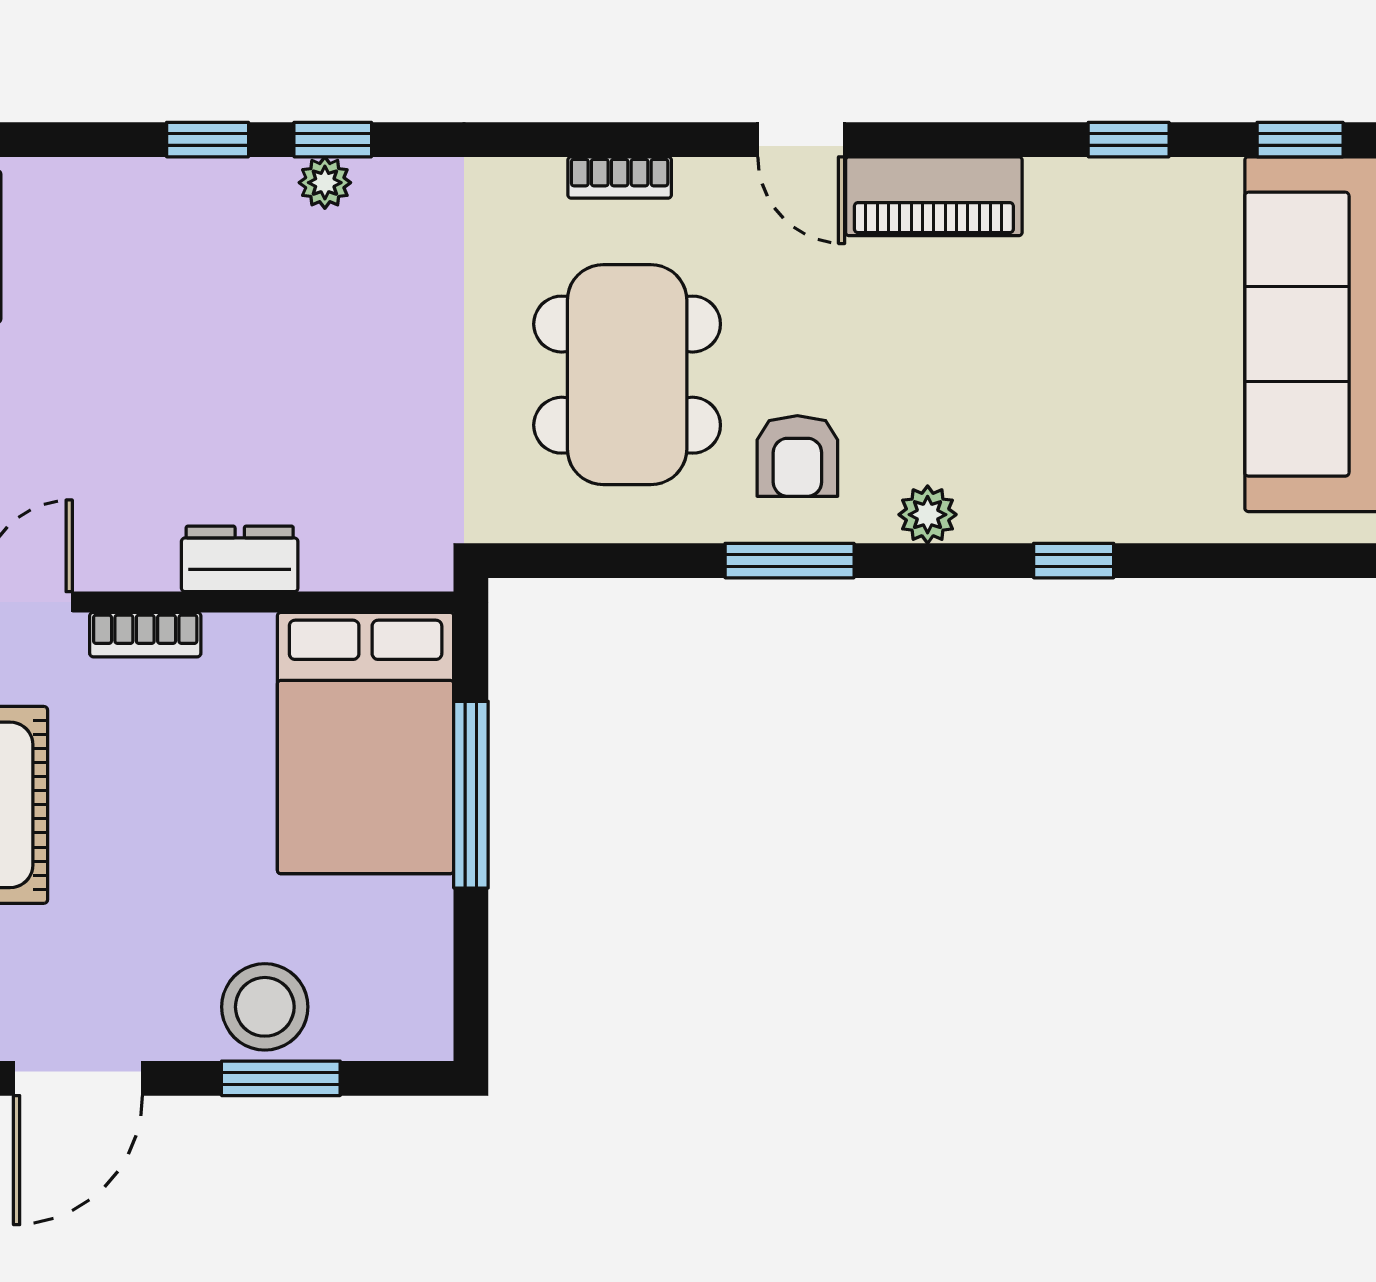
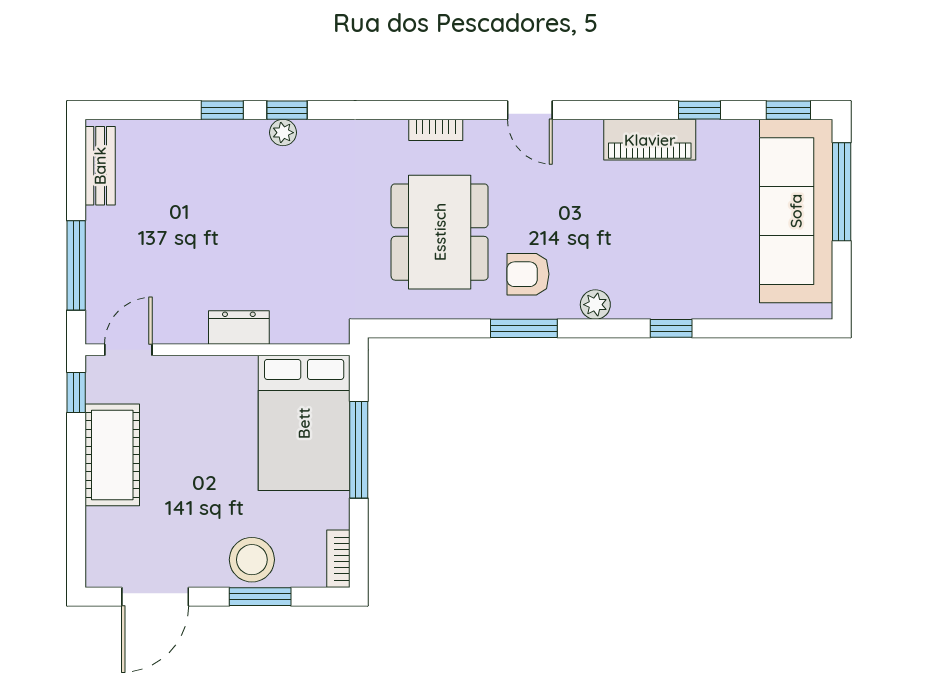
piano: (934, 196) -> (650, 140), moved
armchair: (797, 456) -> (528, 274), turned 90
bookcase: (145, 635) -> (338, 559), moved, turned 90

